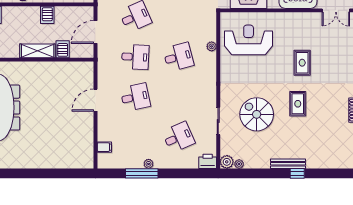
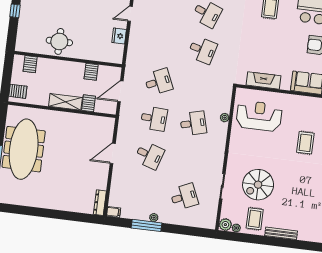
server rack: (47, 15) -> (91, 72), moved
desk: (135, 97) -> (149, 155), turned 30
rug: (298, 104) -> (255, 219), moved
spiral stairs: (257, 114) -> (258, 185), turned -90
filing cabinet: (104, 147) -> (114, 212), moved
dresser: (88, 155) -> (100, 203), added
printer: (208, 161) -> (208, 222), removed
window: (297, 173) -> (288, 243), removed

